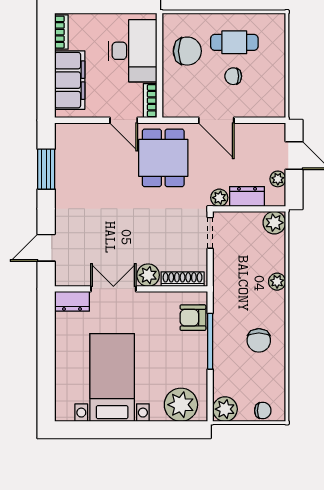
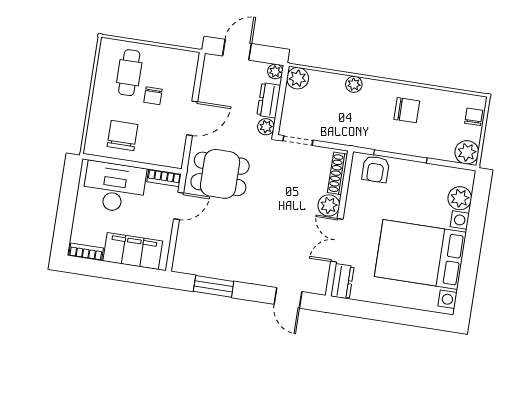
cafe table: (234, 42) -> (129, 73), moved
plant: (278, 179) -> (275, 71), moved
bed with nightstands: (112, 377) -> (420, 254), width x1.36
plant: (181, 405) -> (460, 198), width x0.73, depth x0.73

